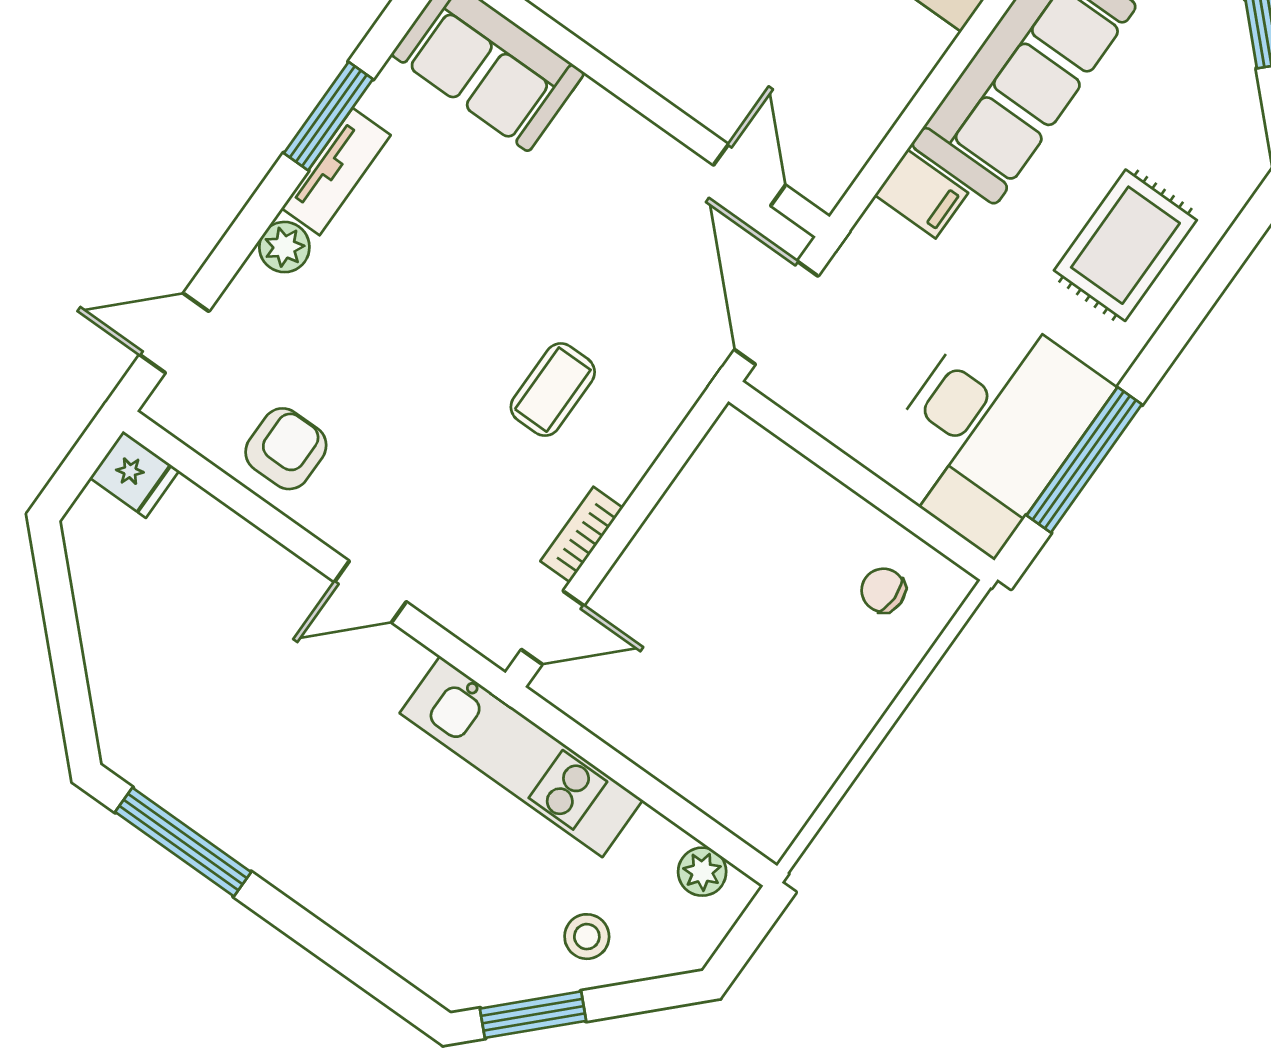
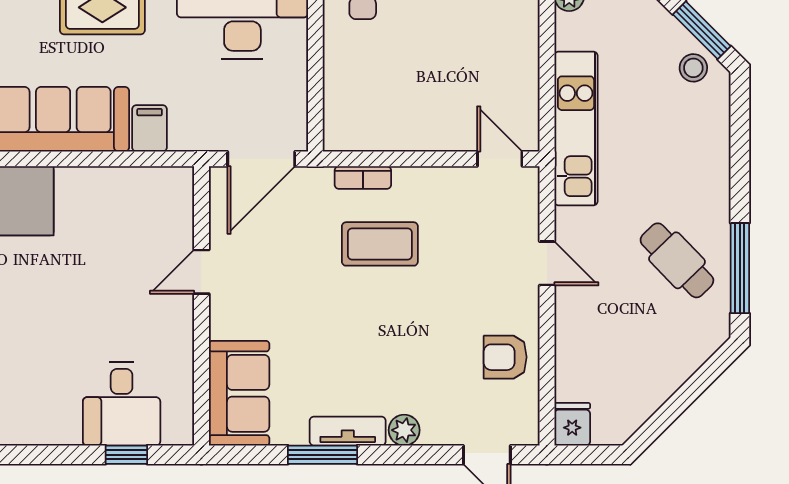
door: (750, 175) -> (201, 272), moved
coffee table: (553, 390) -> (380, 244), width x1.36, depth x1.30
bookcase: (582, 535) -> (363, 178), moved
cafe table: (253, 766) -> (677, 260), added
stool: (587, 937) -> (693, 68), moved

